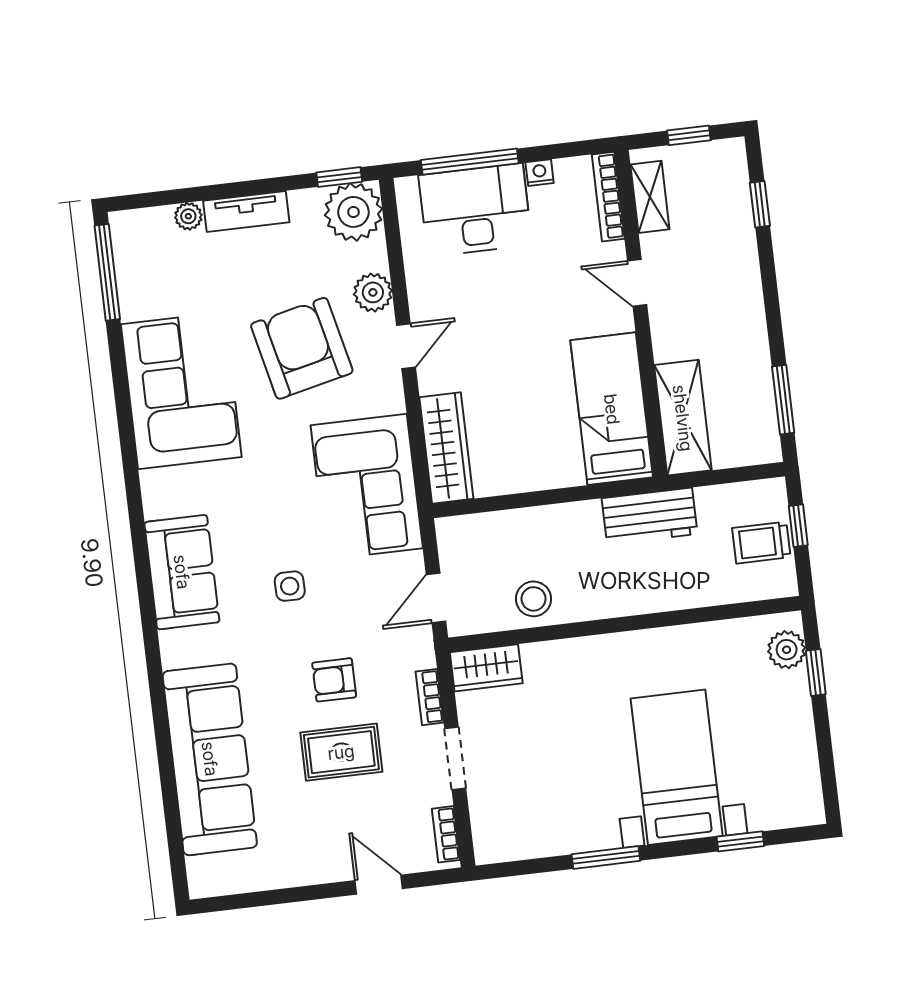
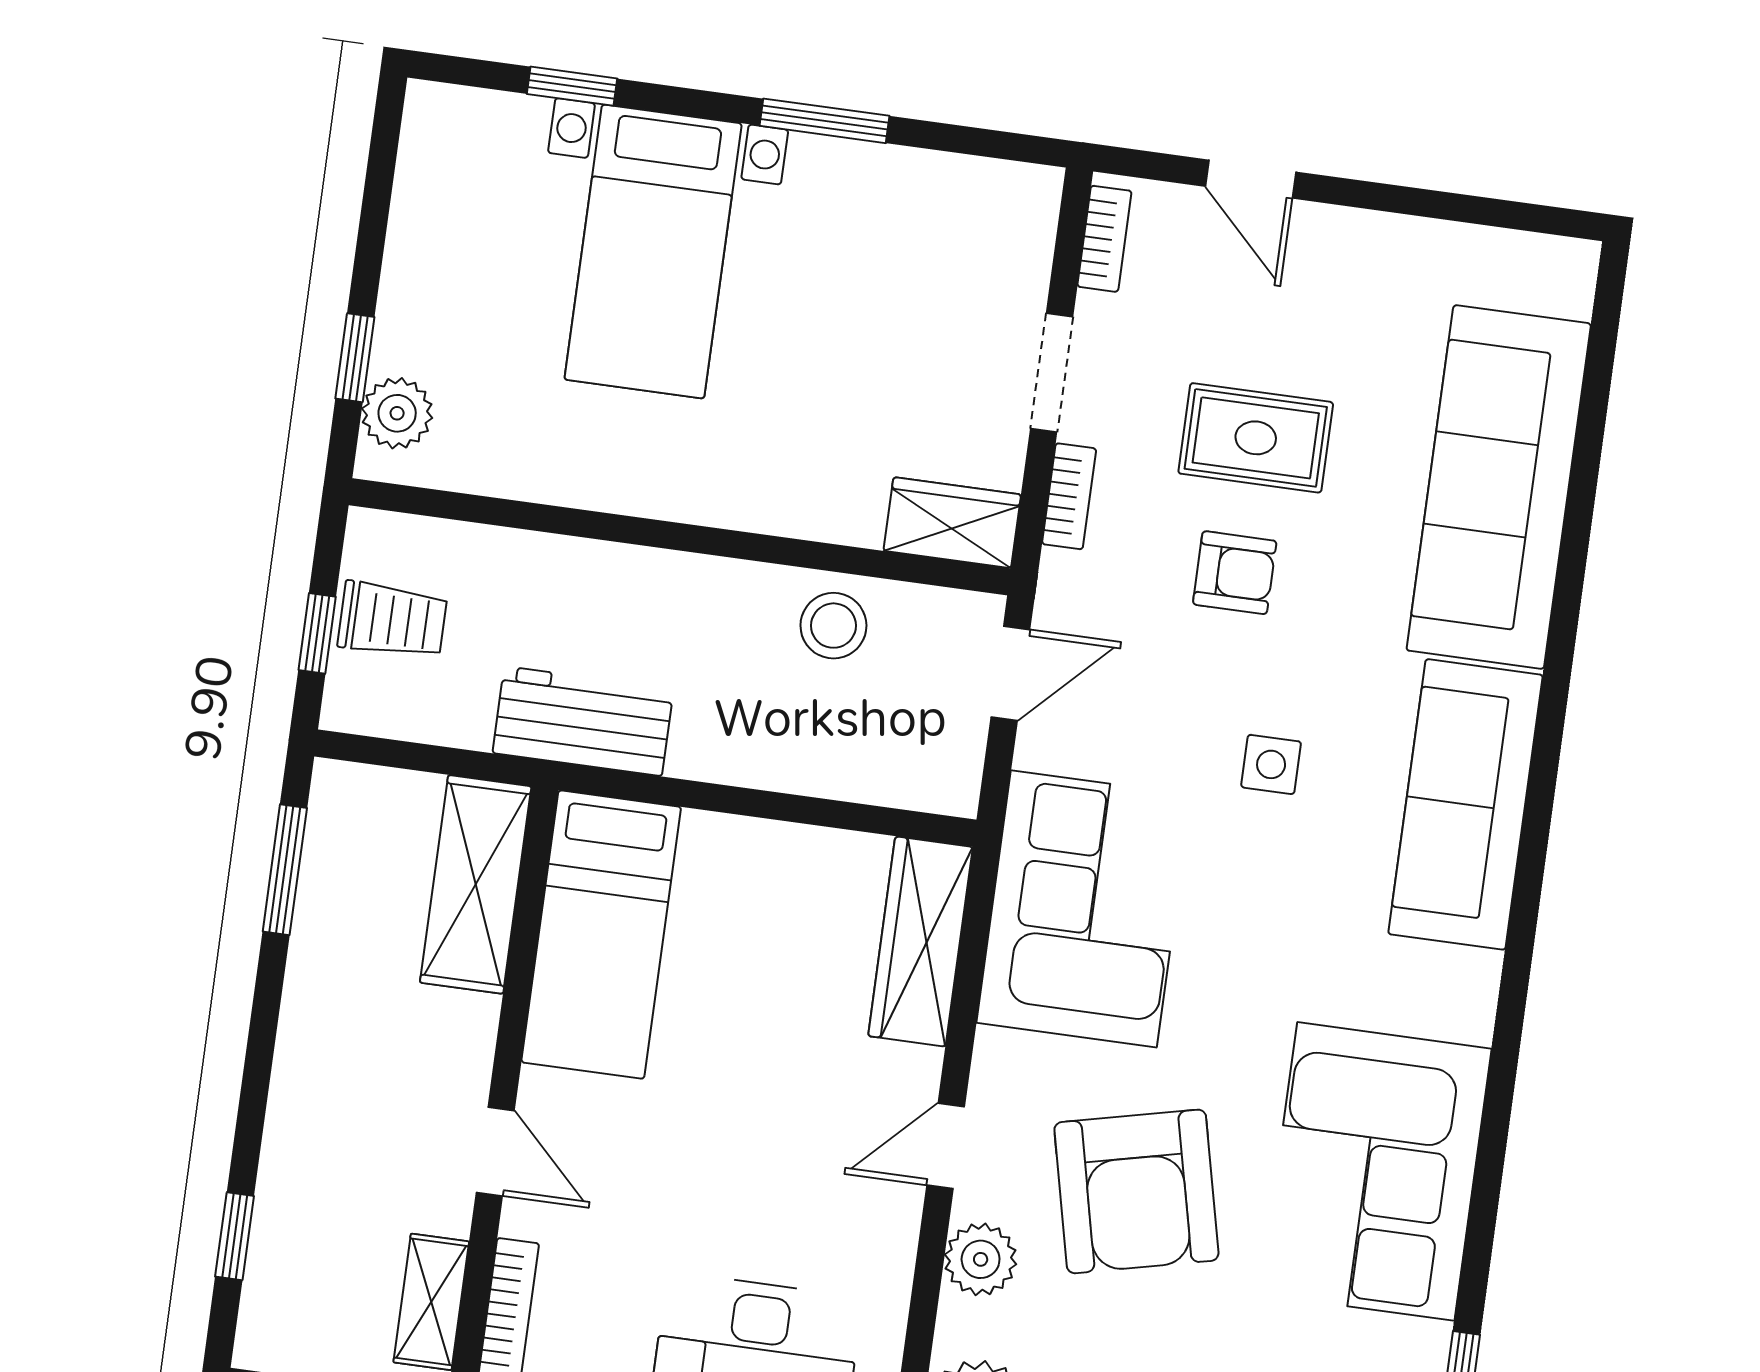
sofa: (182, 572) -> (1466, 804), width x1.36

